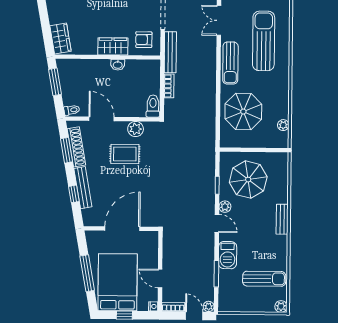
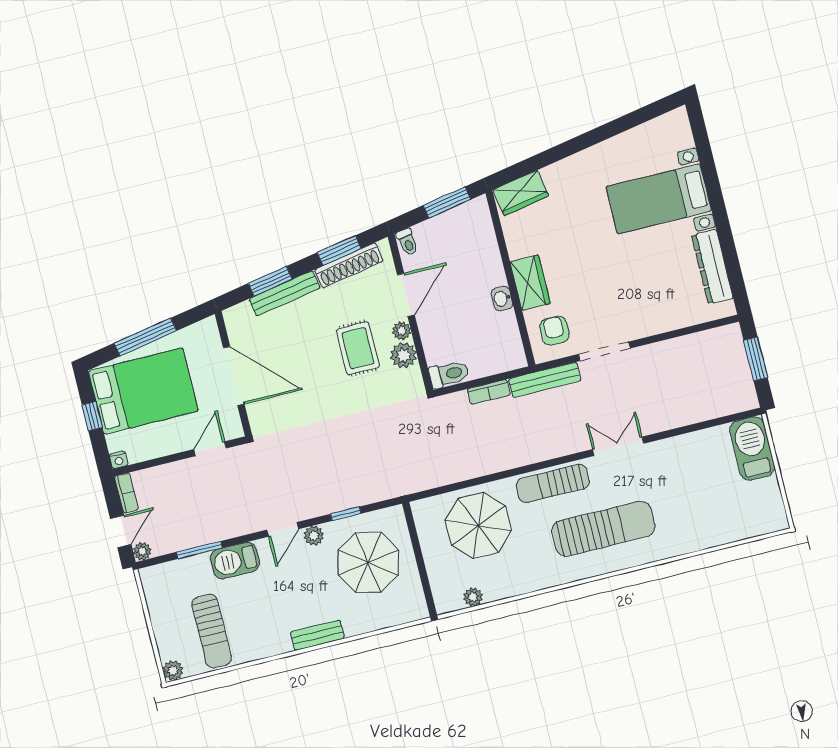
plant: (121, 127) -> (402, 331), added
window: (74, 194) -> (270, 281), width x1.50
door: (160, 278) -> (210, 449), moved

